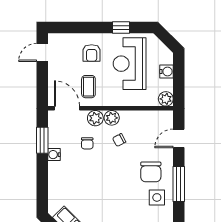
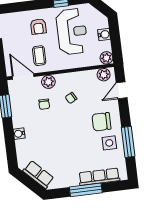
reception desk: (130, 64) -> (72, 32), turned 180
plant: (112, 118) -> (104, 75), moved
water cooler: (54, 155) -> (19, 134), moved
chair: (151, 172) -> (101, 122), turned 90
window: (179, 184) -> (128, 142), moved

